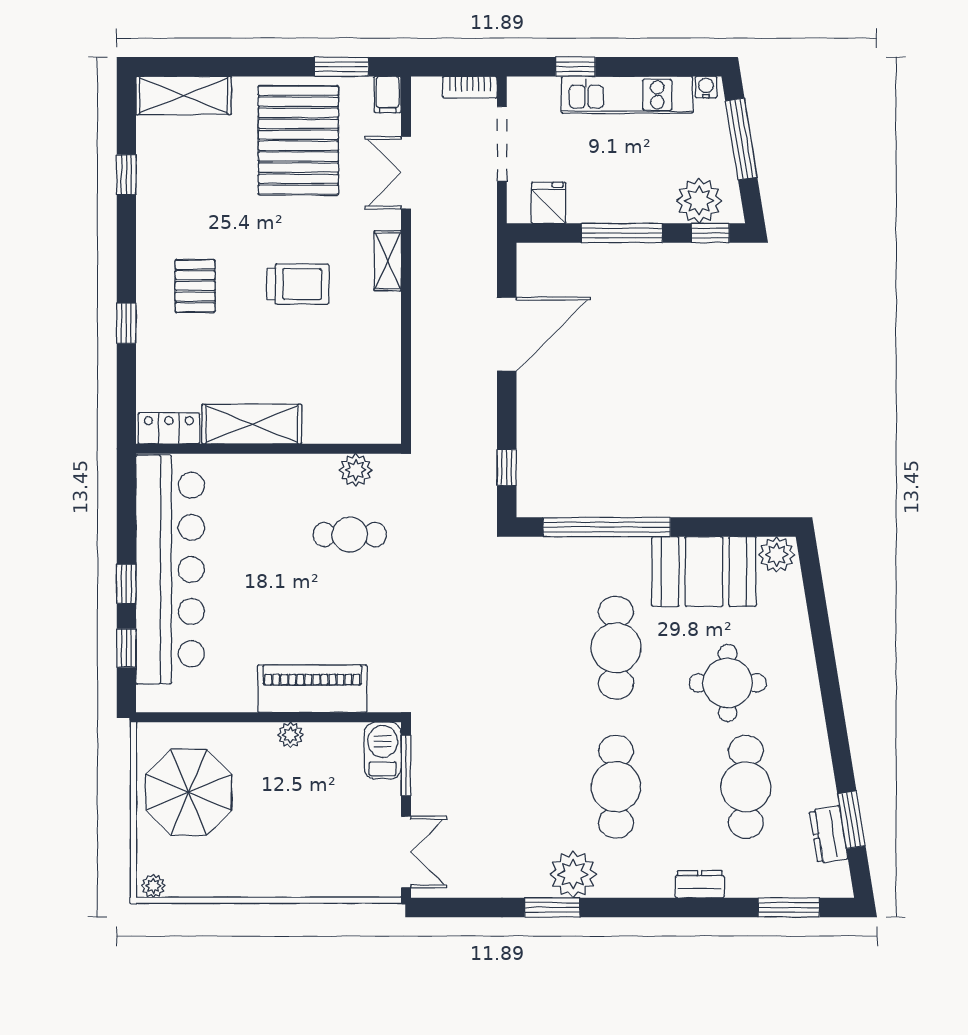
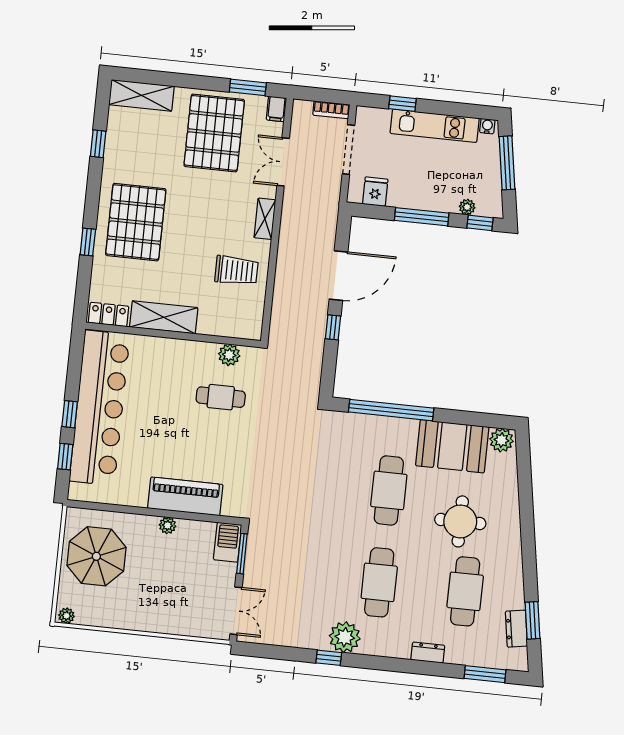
plant: (699, 201) -> (467, 207), width x0.53, depth x0.53
trolley: (298, 284) -> (236, 270), moved
pallet: (195, 286) -> (136, 222), width x2.05, depth x2.00
window: (507, 467) -> (333, 327), moved
window: (552, 907) -> (329, 658), width x0.67

